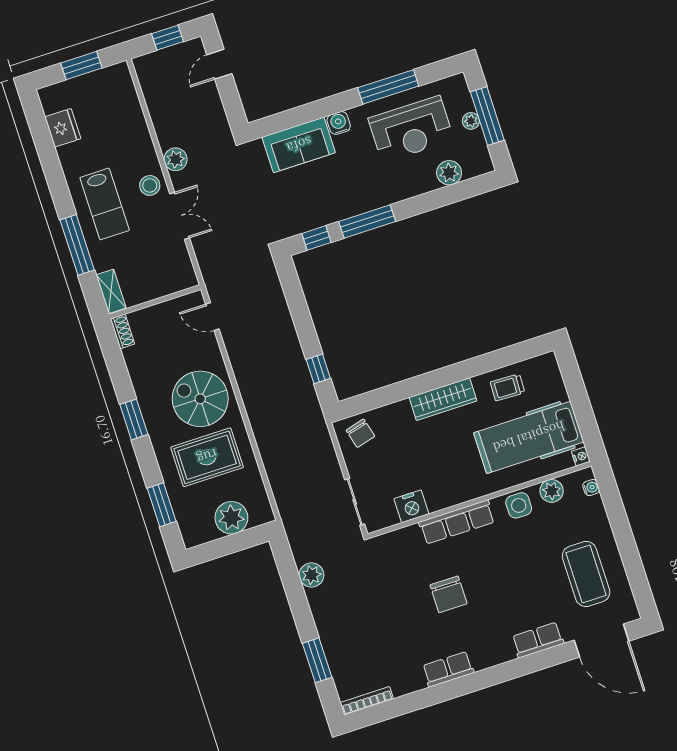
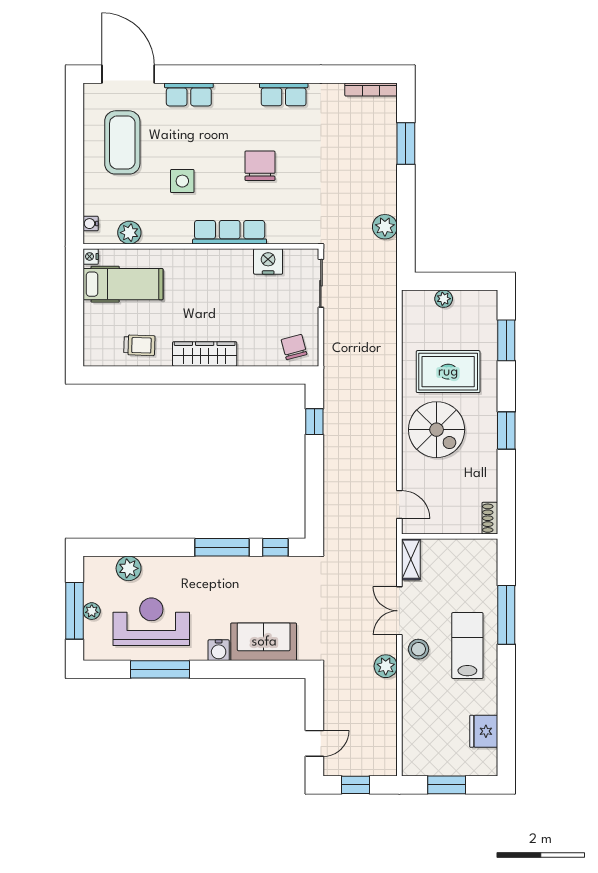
shelving: (111, 291) -> (411, 559), moved
hospital bed: (529, 437) -> (123, 284), width x0.73, depth x0.78
side table: (519, 505) -> (182, 181), moved
plant: (231, 518) -> (444, 299), width x0.53, depth x0.53

